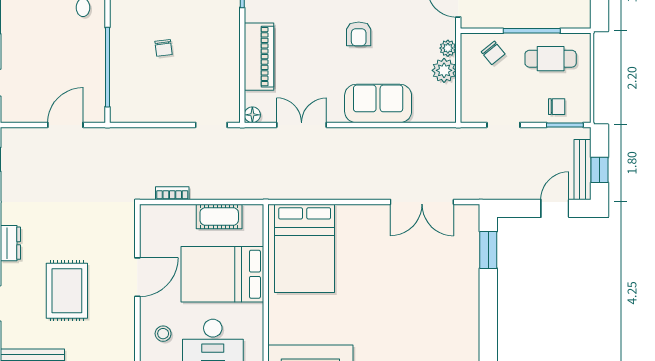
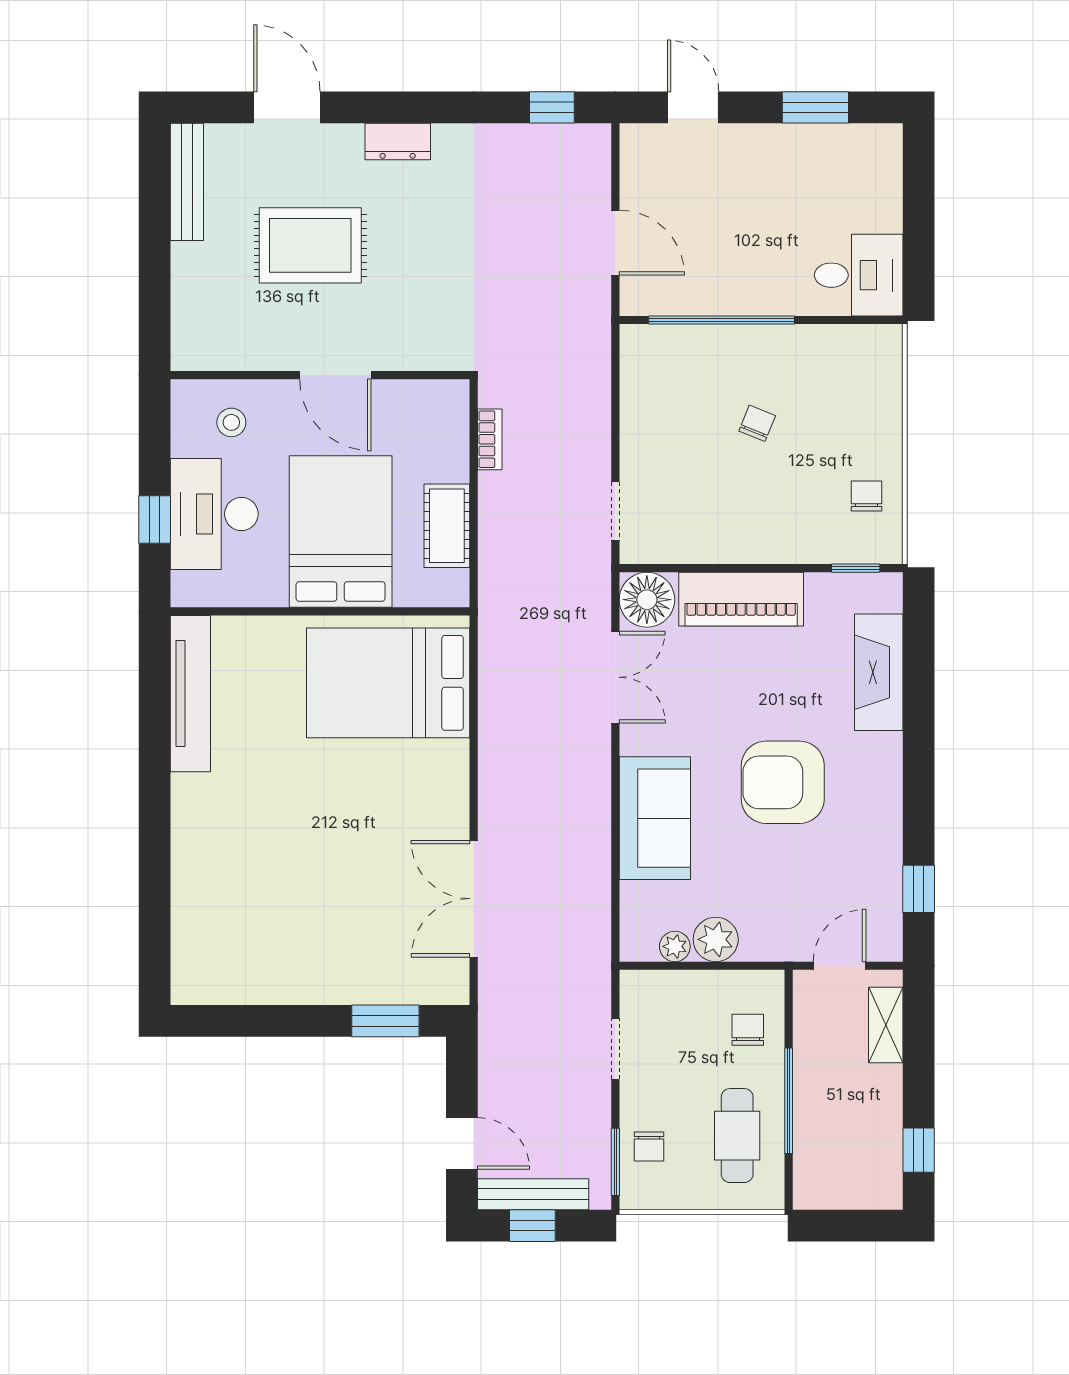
armchair: (359, 34) -> (783, 782), width x1.88, depth x1.88
chair: (164, 48) -> (757, 423), turned 119
plant: (448, 48) -> (675, 946), moved
chair: (493, 53) -> (748, 1030), turned 129
floor lamp: (252, 115) -> (647, 600), width x1.89, depth x1.89

